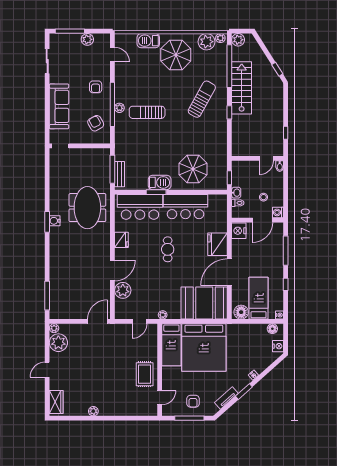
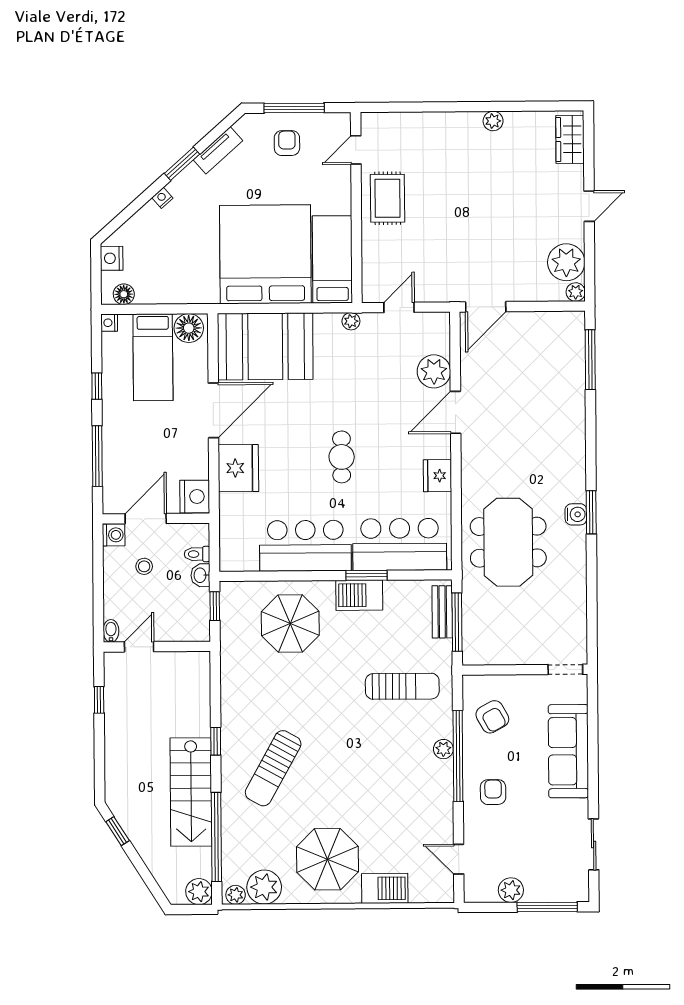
sun lounger: (147, 112) -> (402, 686), moved

